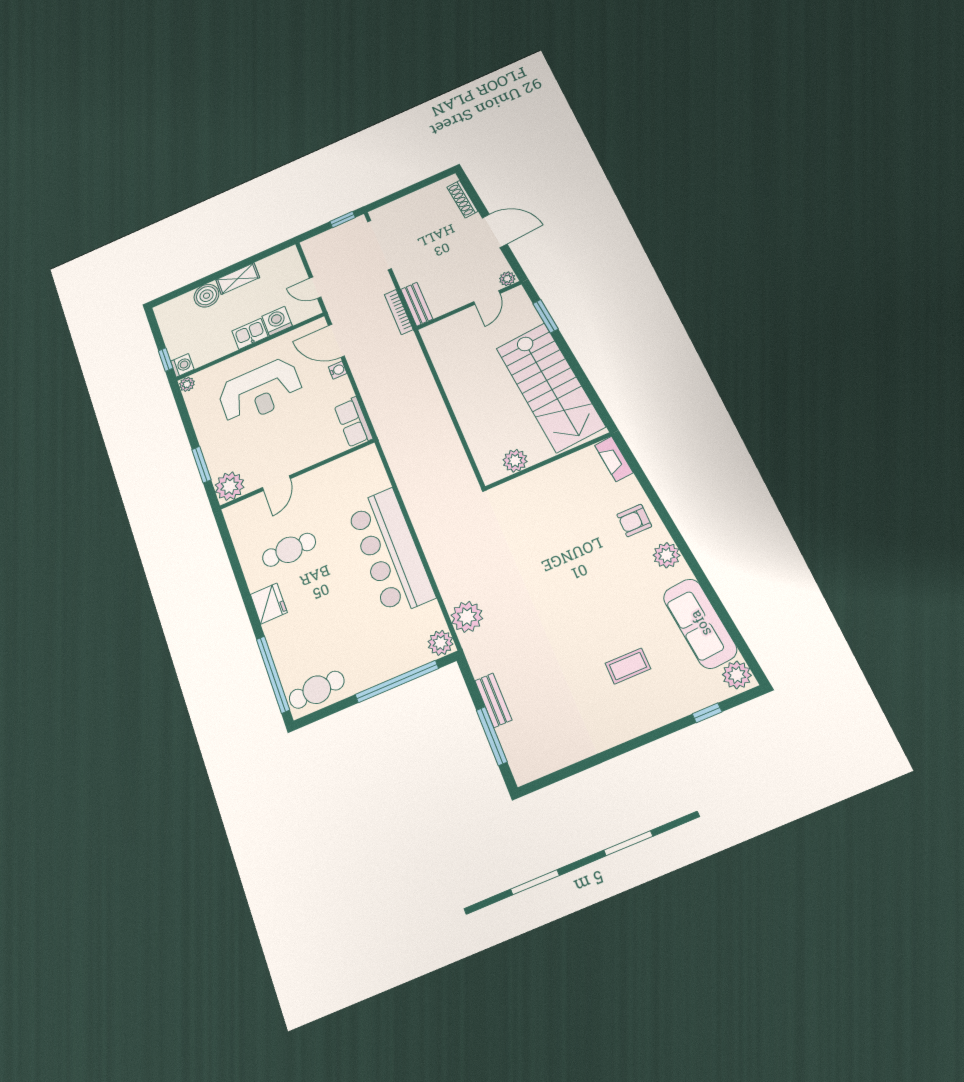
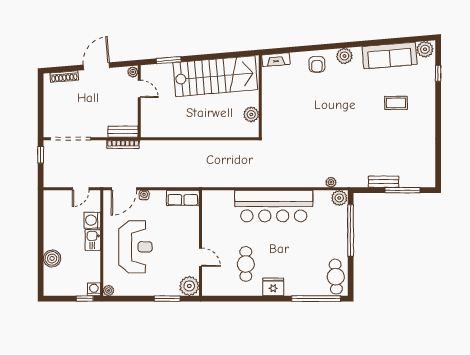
shelving: (238, 279) -> (50, 235), removed
plant: (467, 617) -> (331, 182), width x0.53, depth x0.53
coffee table: (628, 666) -> (396, 103), turned 90

